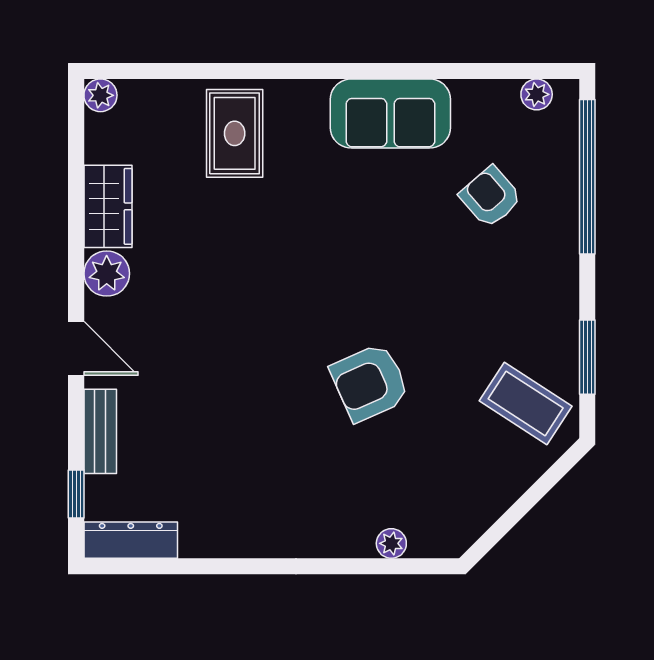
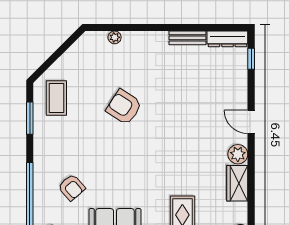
armchair: (370, 383) -> (124, 107), turned -123
coffee table: (526, 403) -> (56, 98), turned 57
bench: (100, 431) -> (188, 38), moved, turned 90

